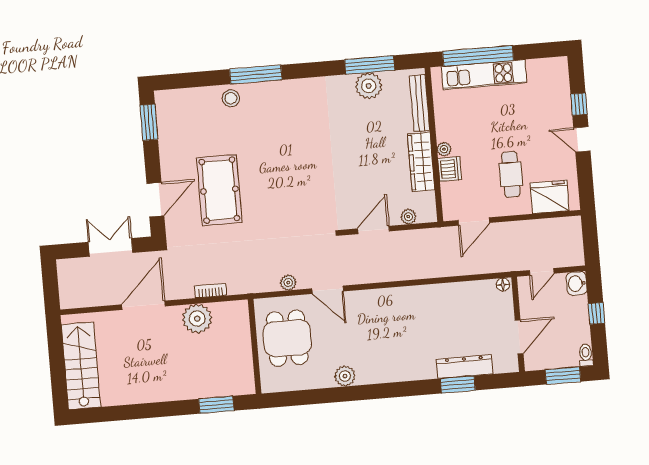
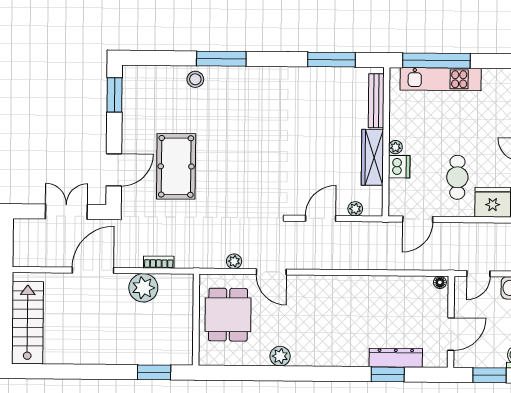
plant: (369, 86) -> (329, 80), removed

